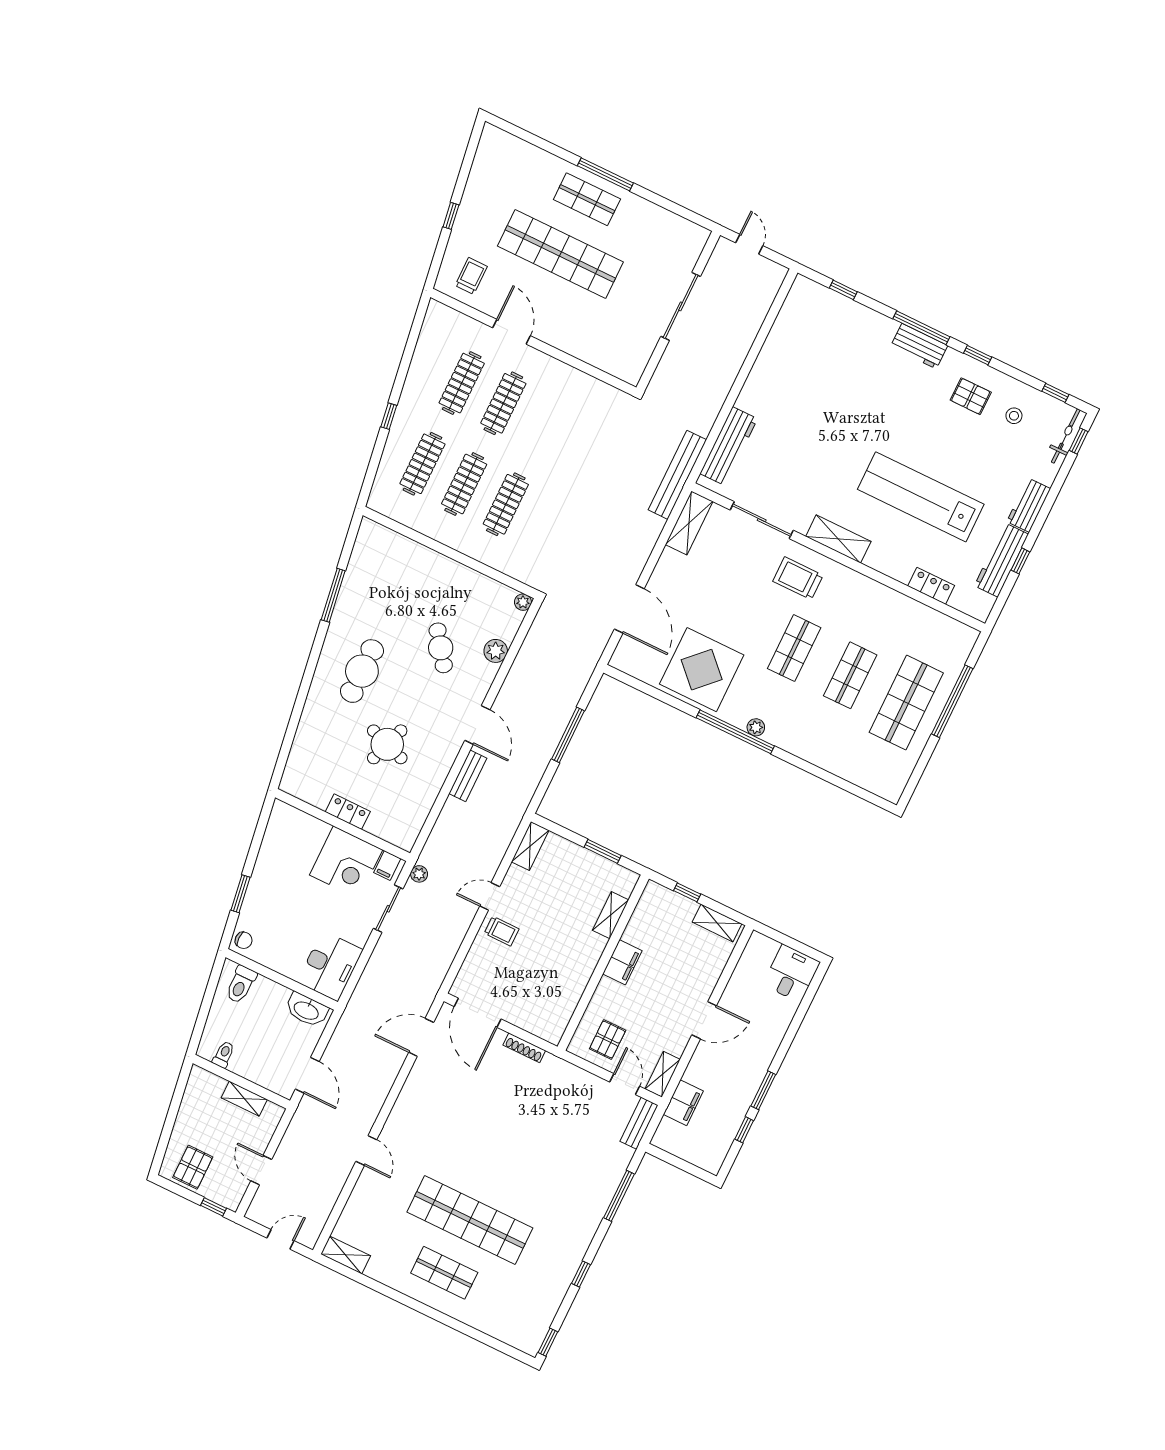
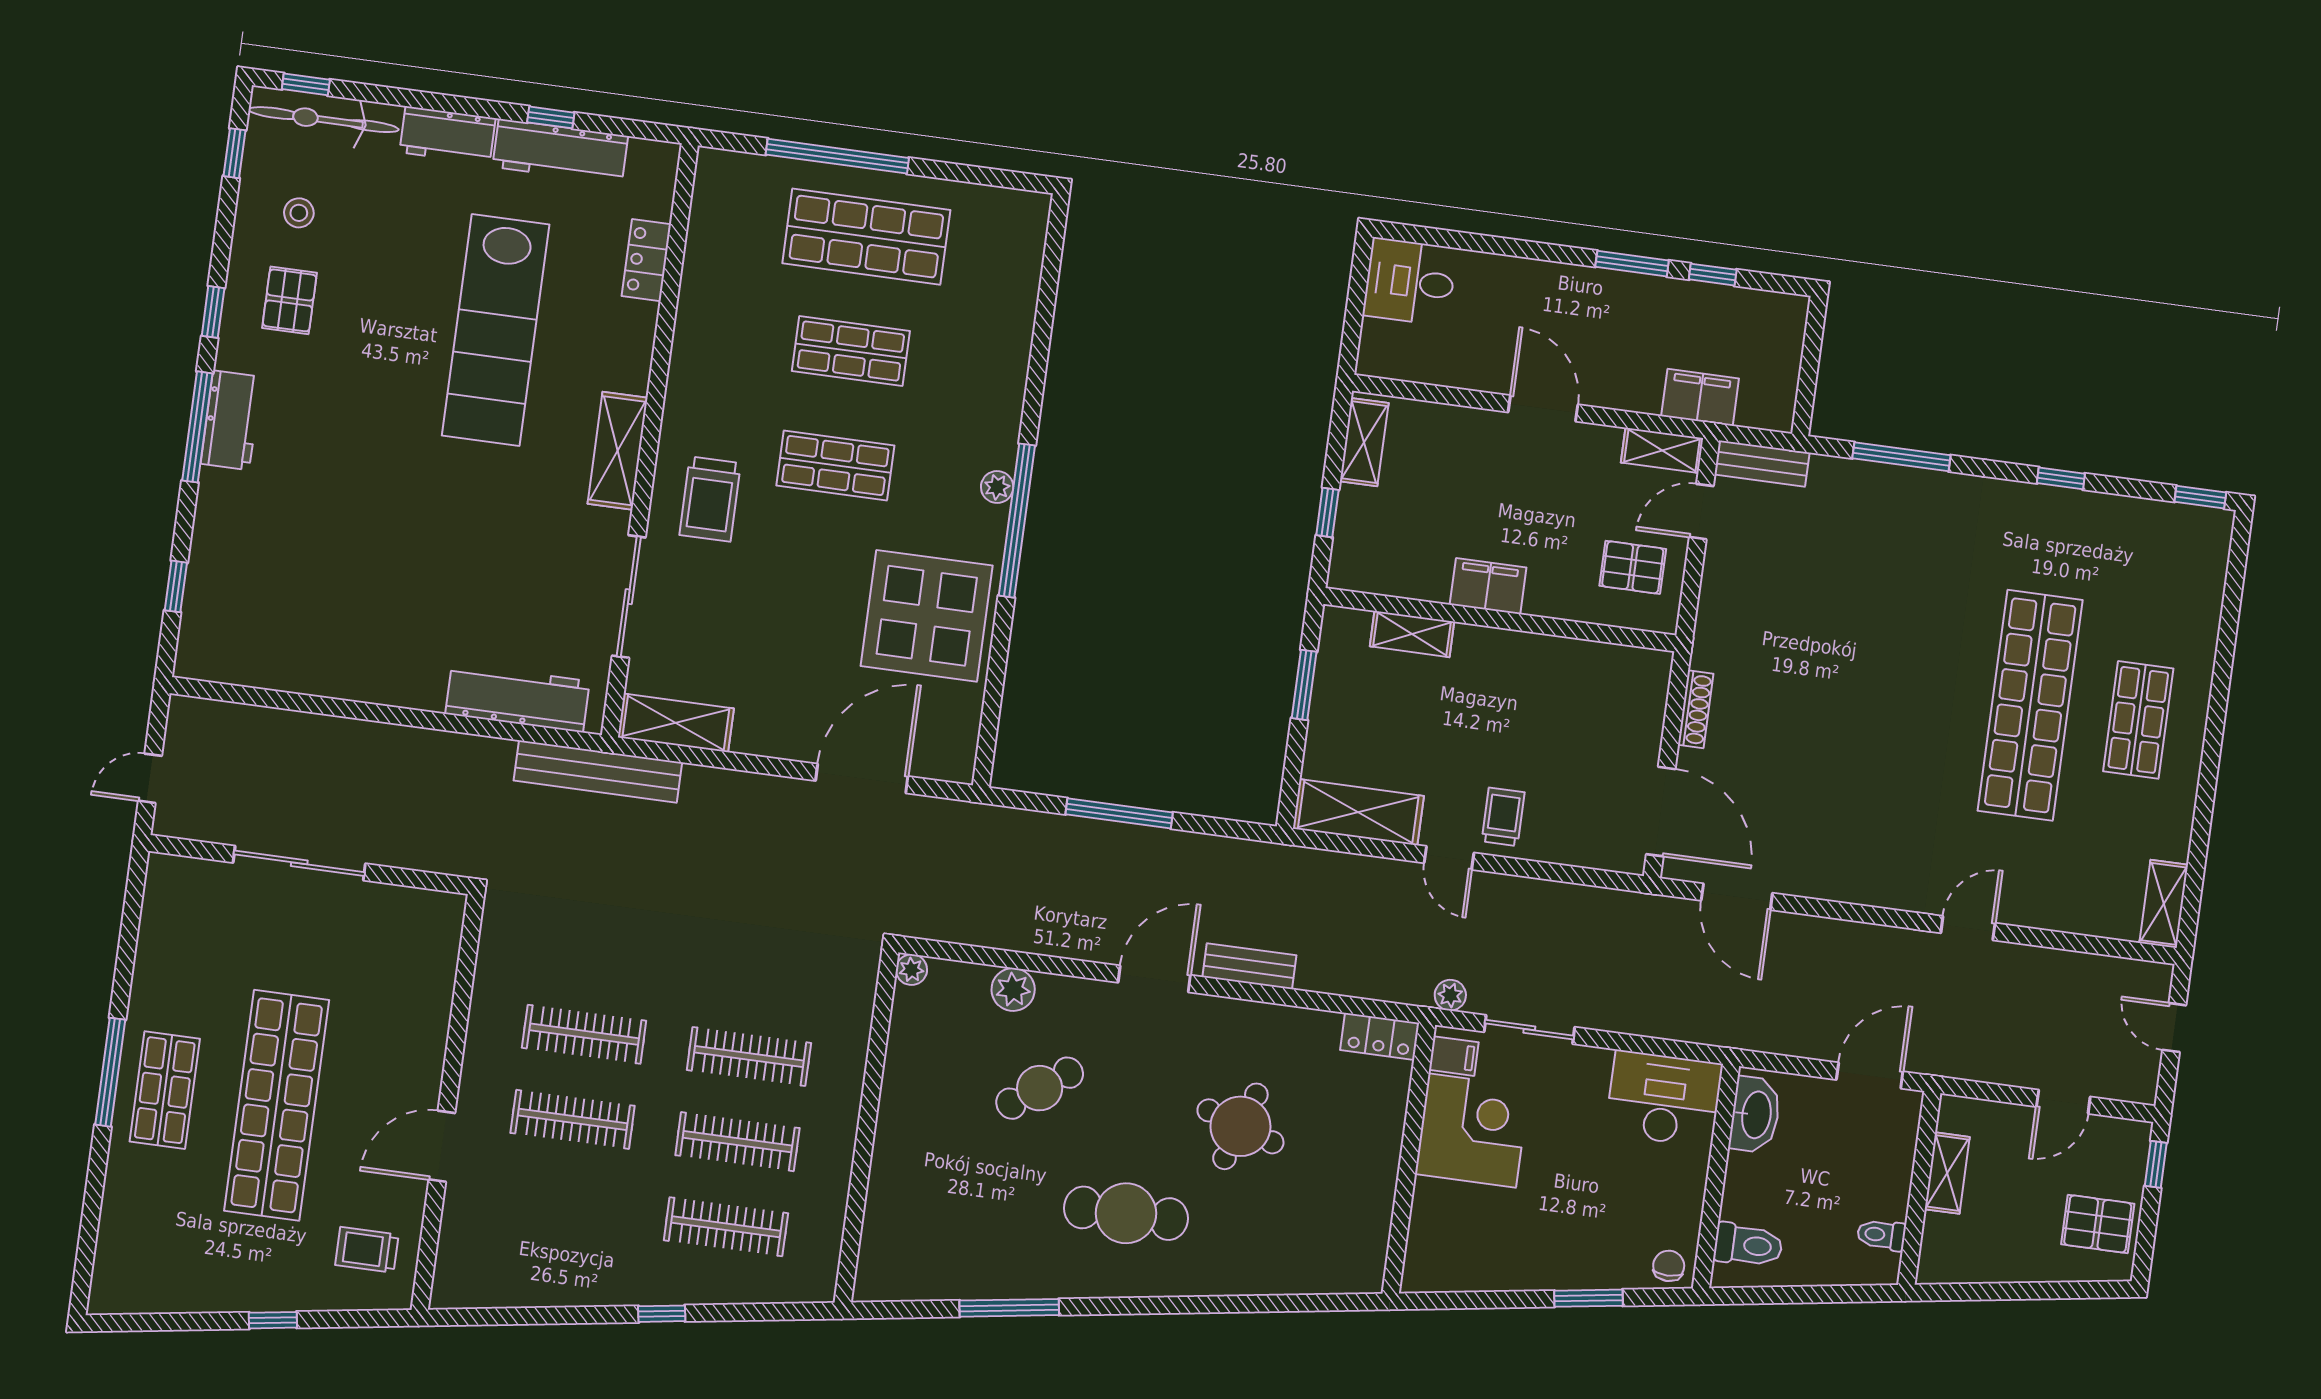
clothes rail: (462, 383) -> (584, 1034), moved
bicycle: (1066, 436) -> (324, 120), width x1.37, depth x1.40
locker: (348, 812) -> (1380, 1036), moved, turned -90
shelving: (530, 846) -> (1358, 812), width x1.50, depth x1.33
door: (478, 1013) -> (1661, 812), hinge flipped

